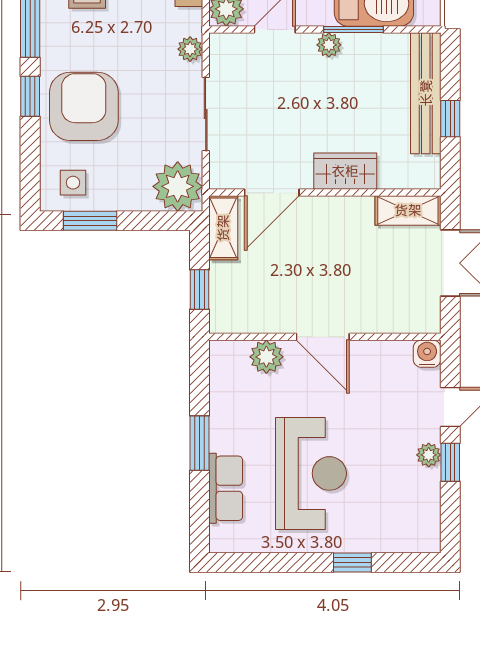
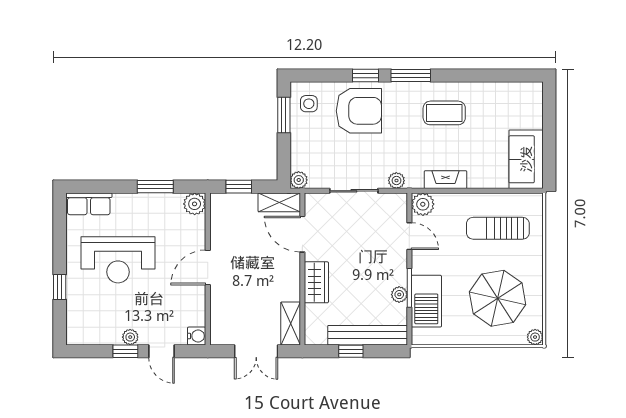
plant: (329, 45) -> (399, 295), moved
plant: (178, 186) -> (299, 180), width x0.53, depth x0.53
plant: (266, 357) -> (195, 204), moved
window: (199, 443) -> (155, 187), moved
row of seats: (226, 488) -> (89, 204), moved

